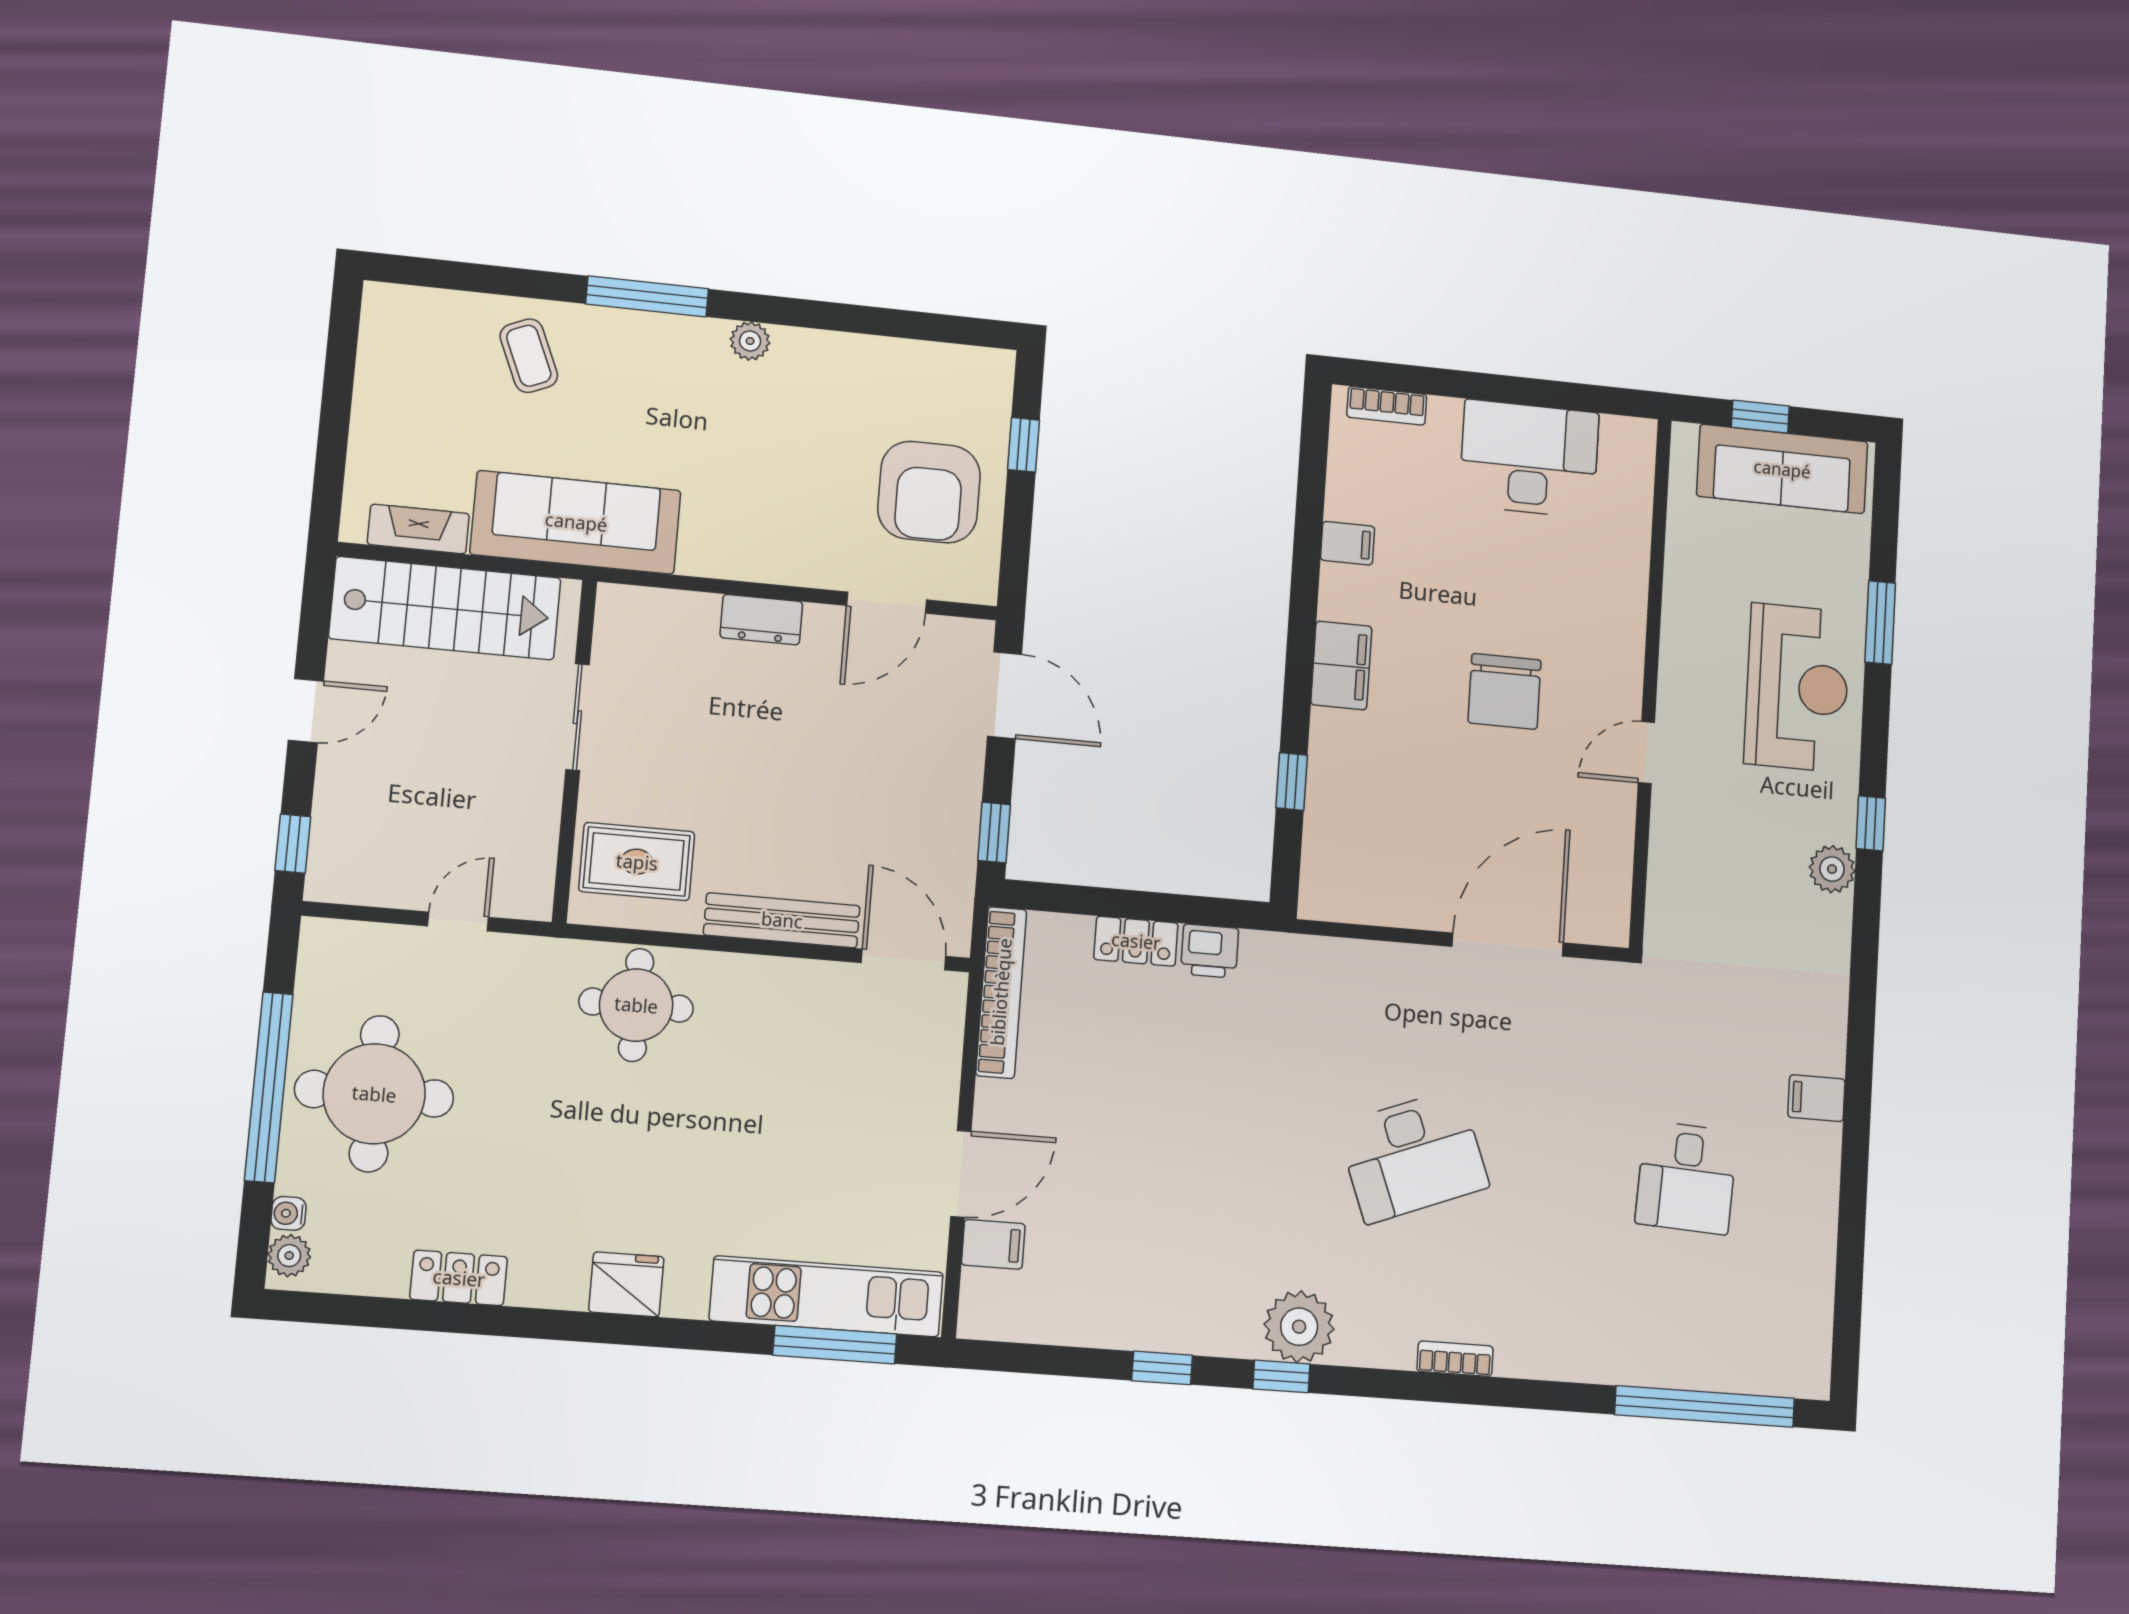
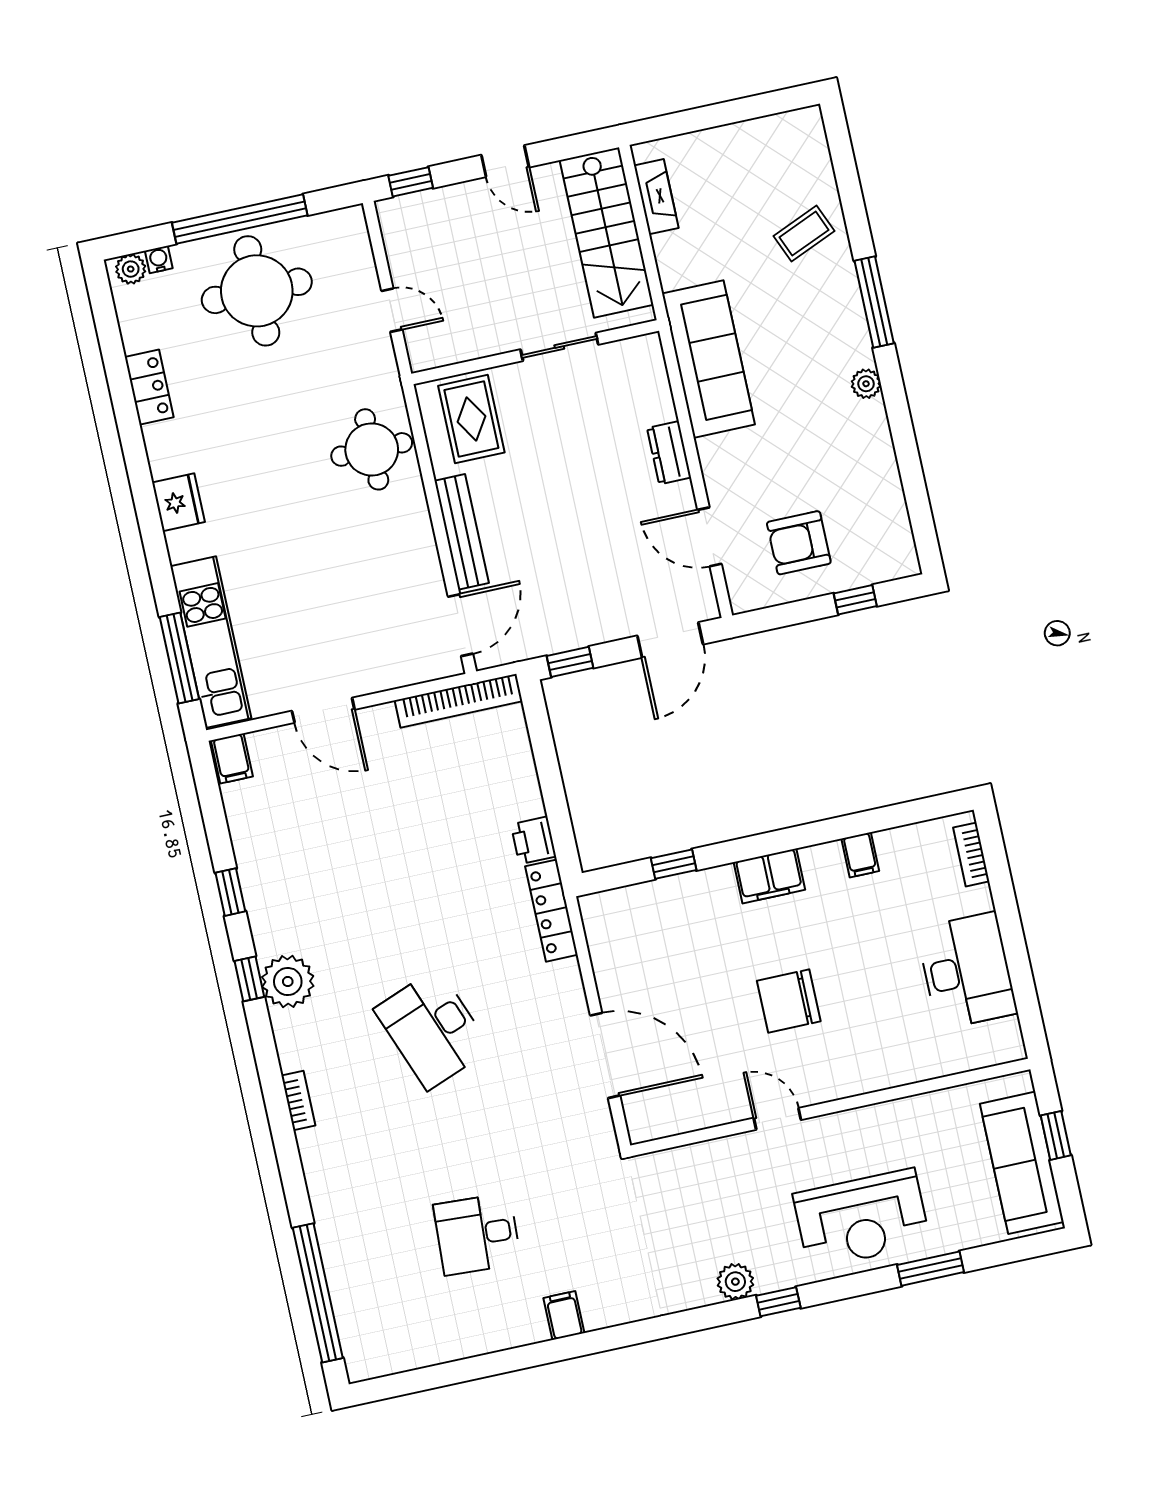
armchair: (929, 492) -> (799, 543), width x0.73, depth x0.73
sofa: (576, 522) -> (708, 359), moved
locker: (1136, 941) -> (551, 911), moved, width x1.53
filing cabinet: (993, 1244) -> (232, 758), moved

